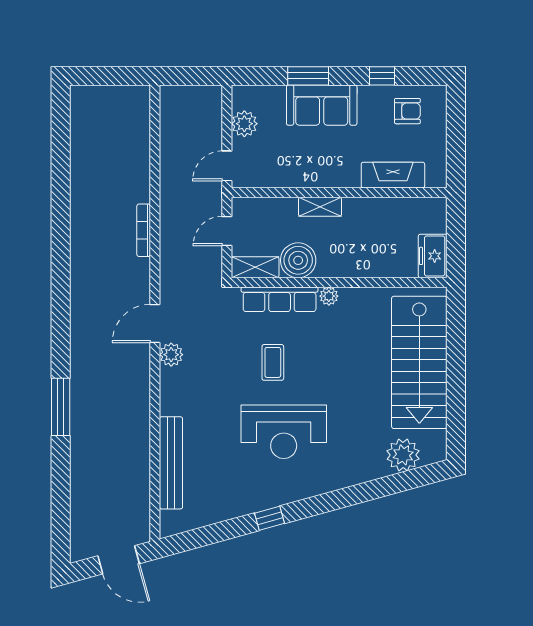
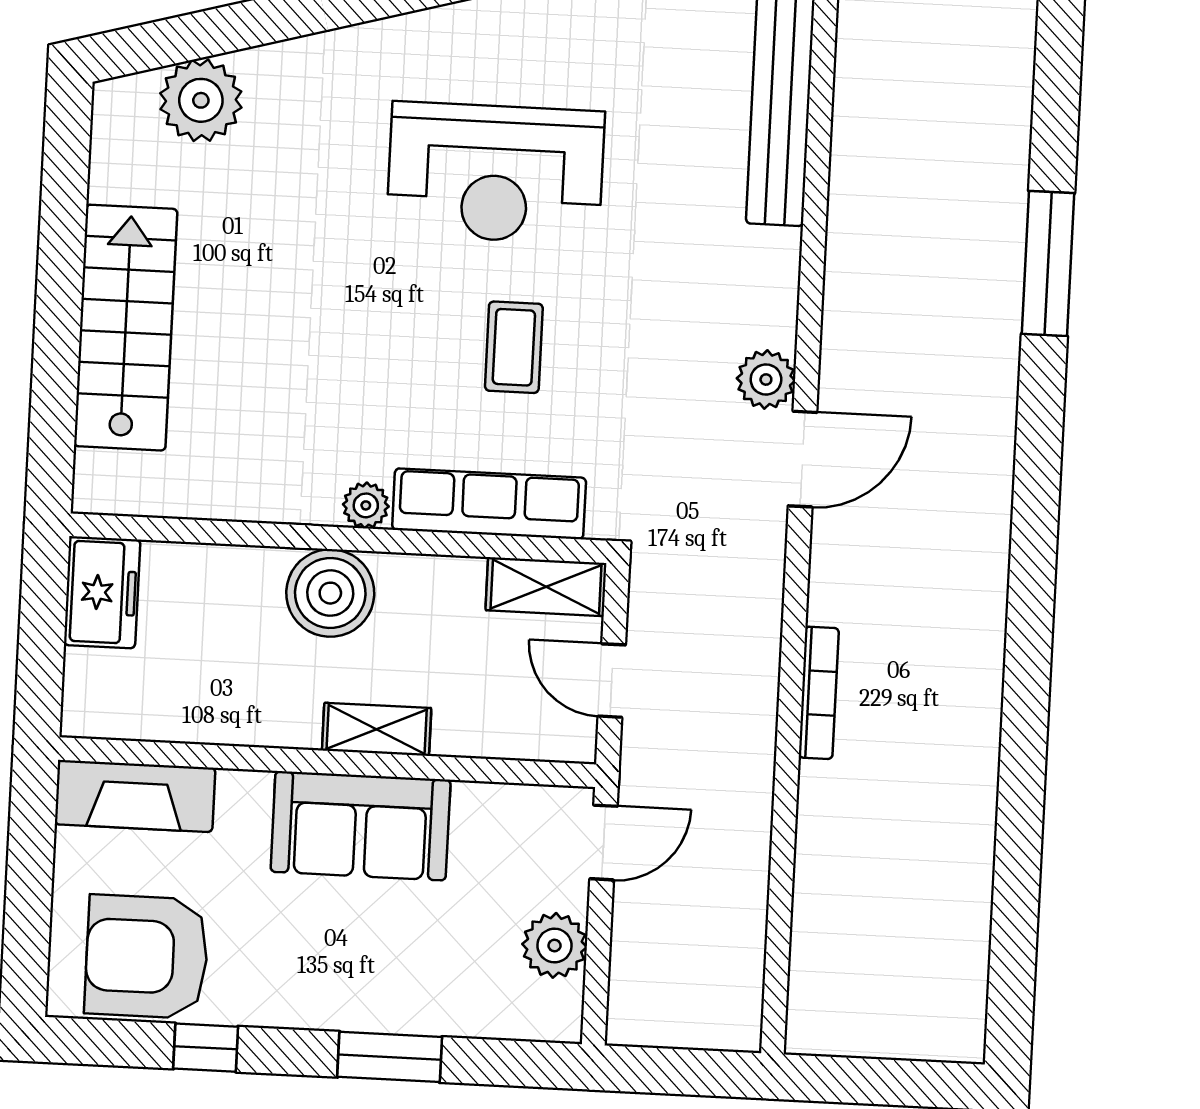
sofa: (322, 105) -> (361, 826), moved, turned 180
armchair: (407, 111) -> (147, 957), width x1.88, depth x1.88
fireplace: (393, 175) -> (135, 796), moved
door: (227, 231) -> (612, 681), swing flipped
boiler: (298, 260) -> (330, 593), moved
stairs: (419, 362) -> (126, 328), width x0.73, depth x0.66
reception desk: (284, 432) -> (495, 173), turned 180

